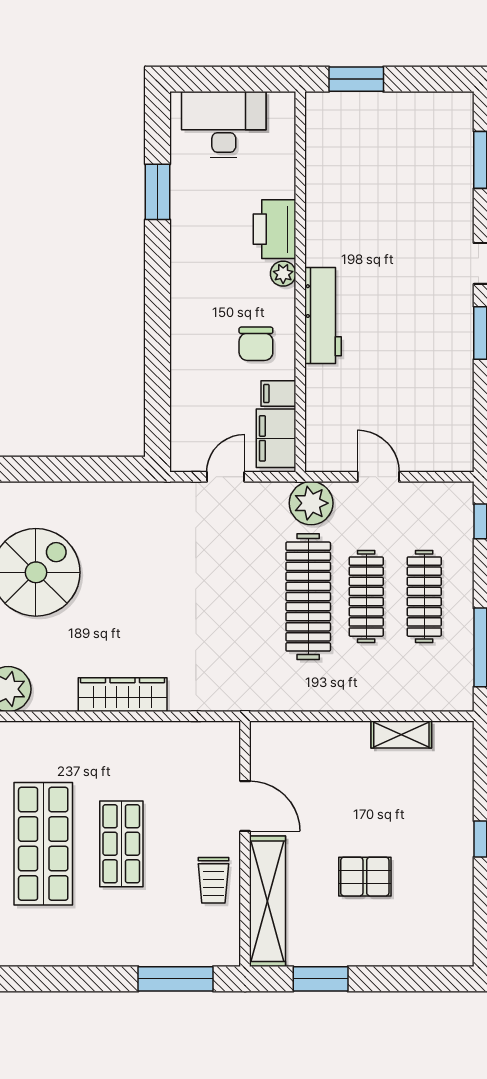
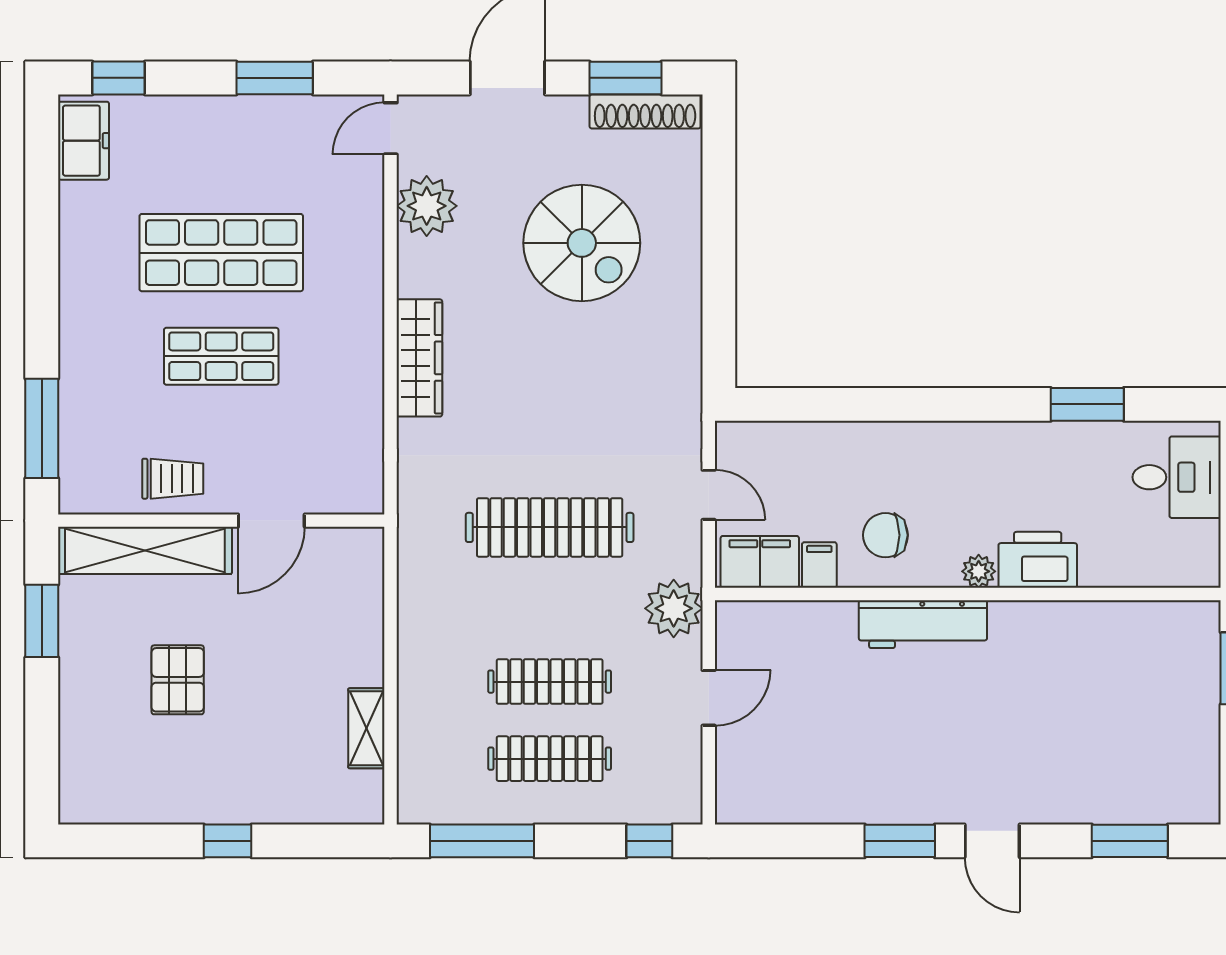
desk: (224, 125) -> (1177, 477), width x0.73
clothes rail: (308, 597) -> (550, 527), moved
trolley: (213, 880) -> (173, 479), turned 180

